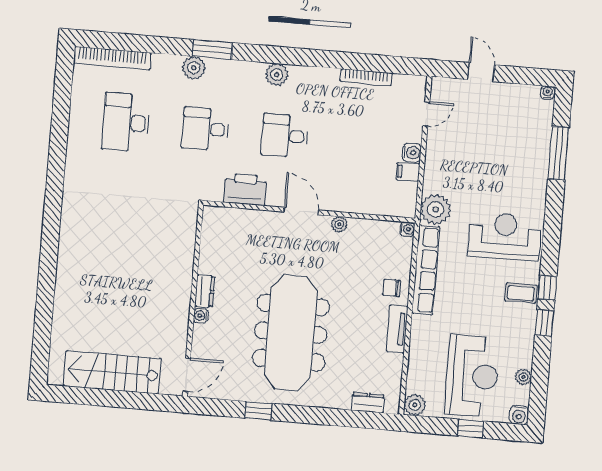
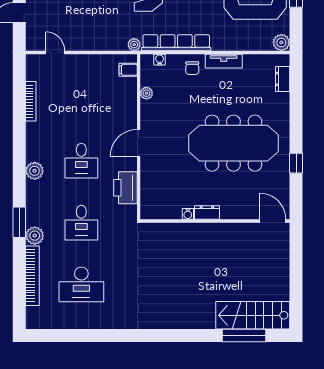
bookcase: (112, 58) -> (32, 276), moved
water cooler: (412, 153) -> (86, 61), removed
filing cabinet: (408, 172) -> (128, 70), moved, turned 90
plant: (436, 209) -> (134, 45), width x0.53, depth x0.53
plant: (339, 224) -> (146, 93), moved
water cooler: (407, 229) -> (160, 60), moved
water cooler: (201, 316) -> (188, 214), moved
window: (43, 325) -> (244, 336), added
stairs: (112, 372) -> (253, 315), moved, turned 90

